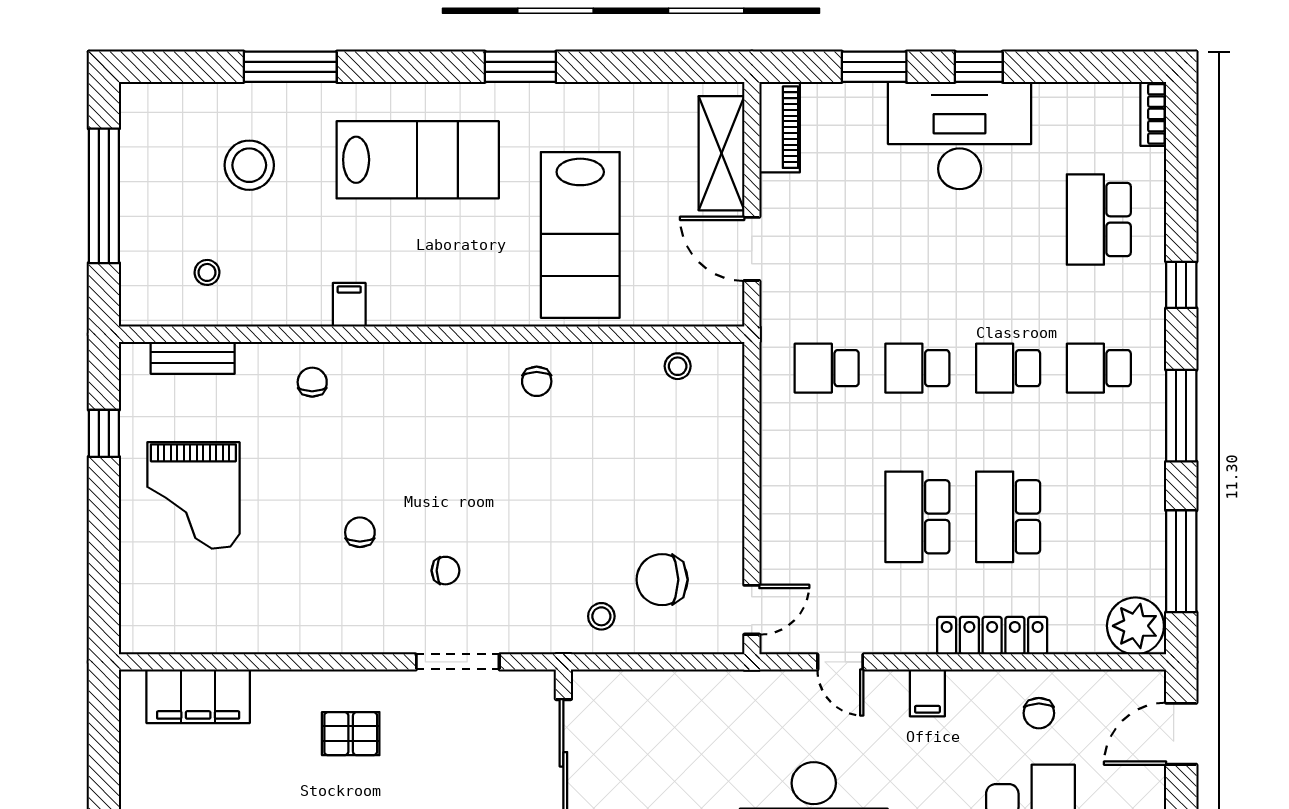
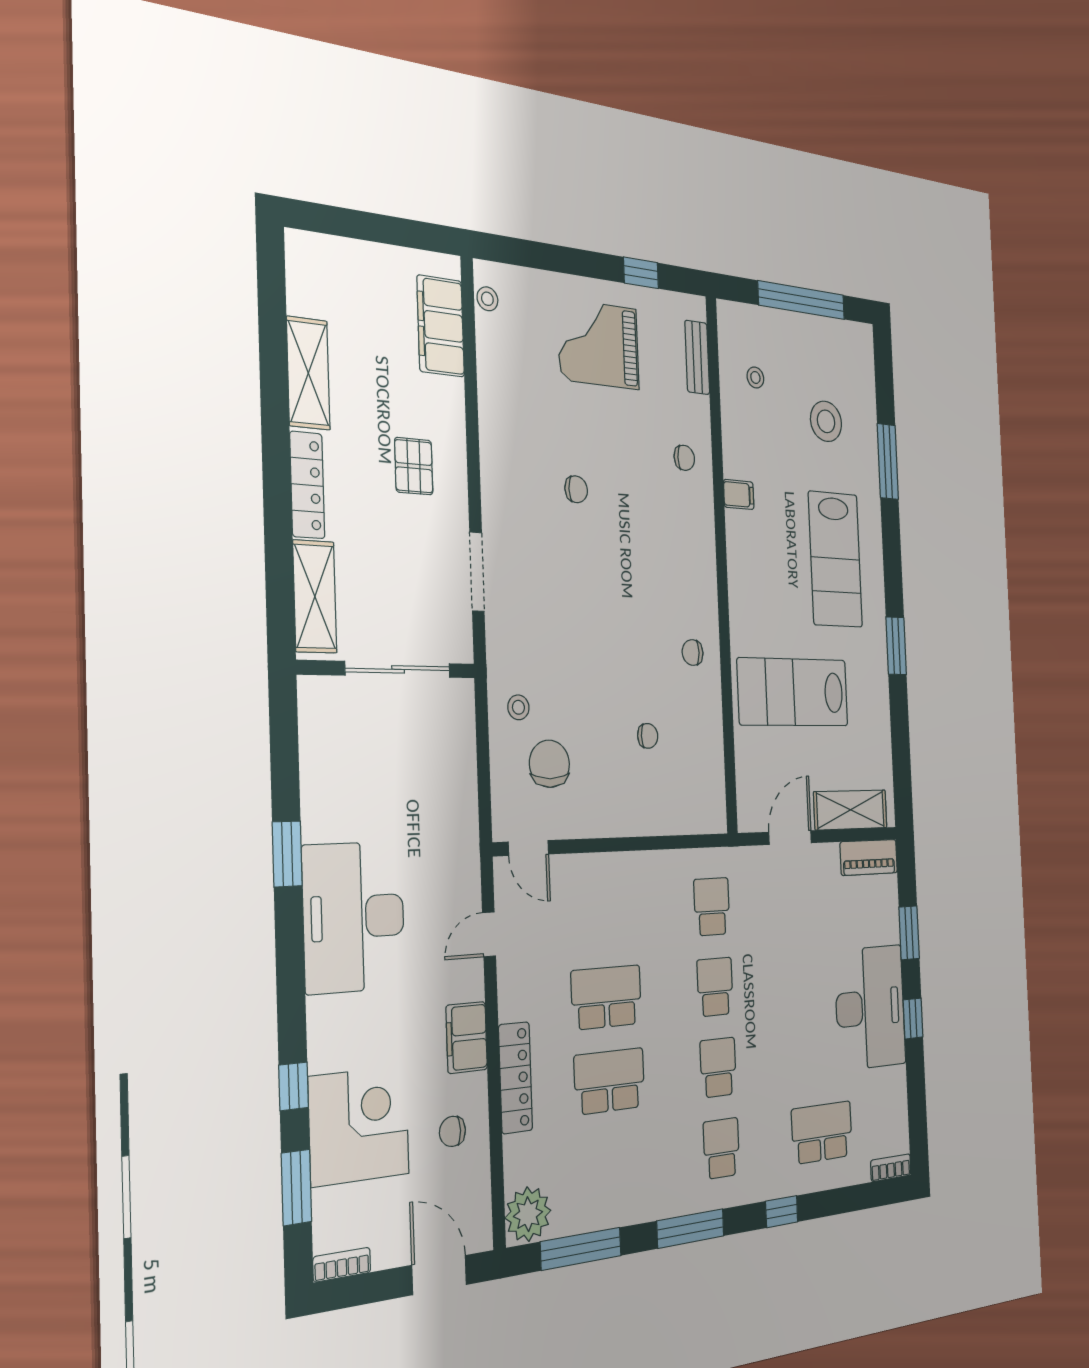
stool: (678, 366) -> (487, 299), moved
chair: (445, 571) -> (648, 736), moved, turned -90
filing cabinet: (927, 693) -> (467, 1037), width x2.00

